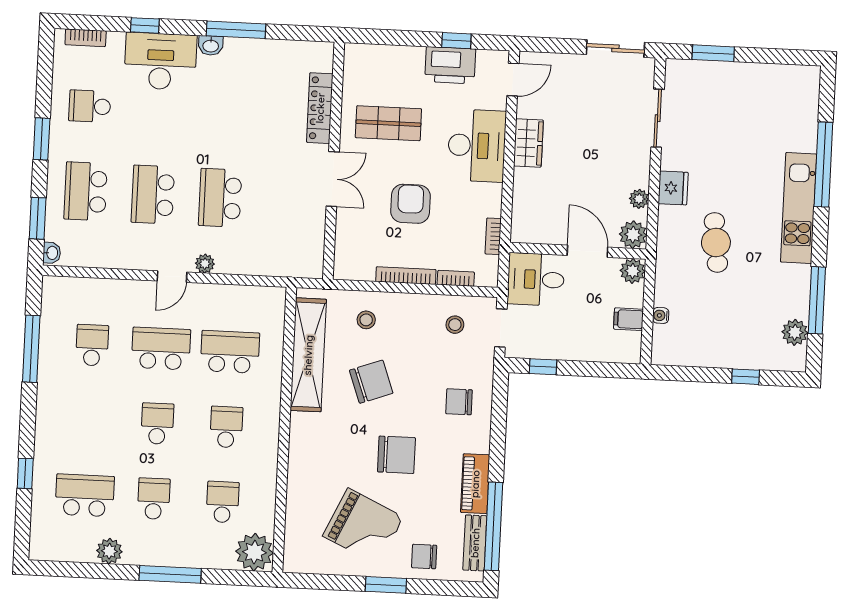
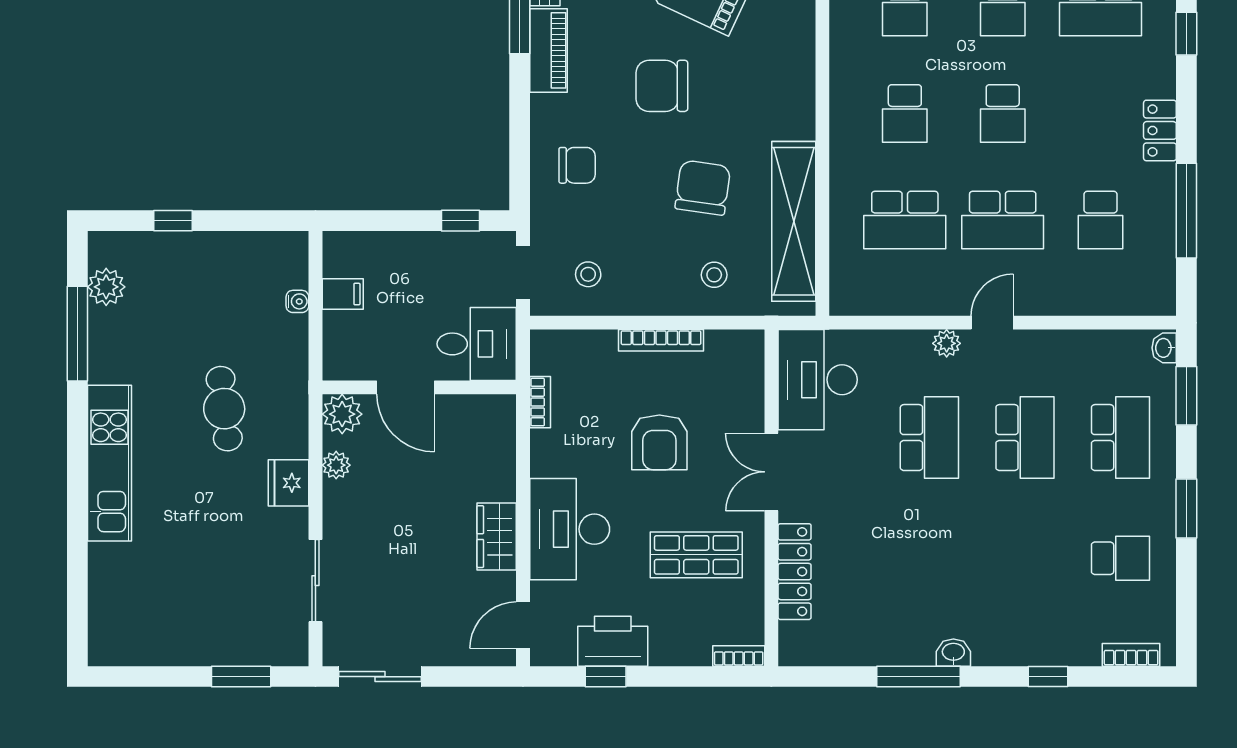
desk: (160, 61) -> (818, 380), moved, turned 90
window: (823, 165) -> (77, 526), removed
plant: (633, 271) -> (340, 363), removed
bookcase: (456, 278) -> (739, 656), moved, turned 180
chair: (371, 382) -> (703, 188), turned 118
locker: (47, 406) -> (1160, 130), added

